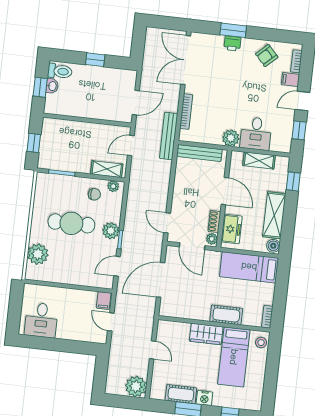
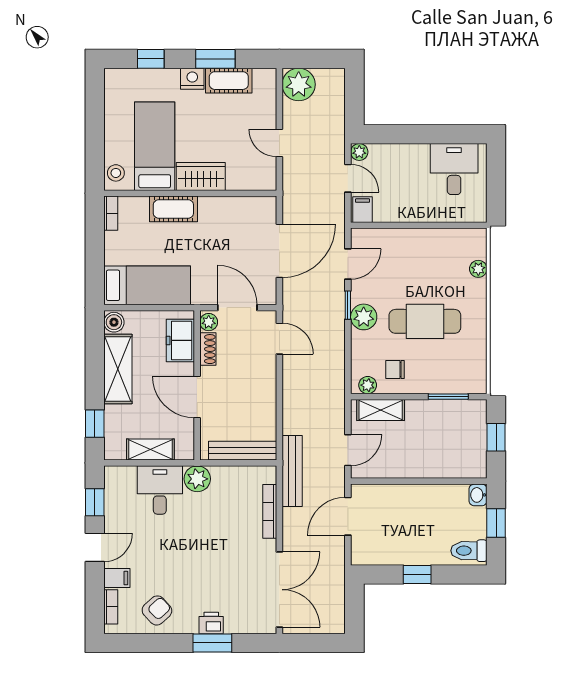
washbasin: (52, 86) -> (478, 495), moved
plant: (38, 254) -> (478, 269), width x0.53, depth x0.53
plant: (101, 338) -> (359, 152), added

